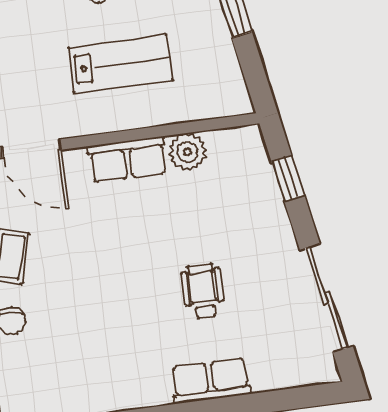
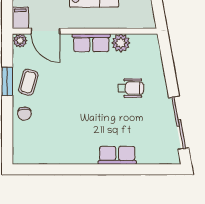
window: (288, 178) -> (168, 62), removed
wheelchair: (203, 291) -> (131, 88), moved, turned 90

